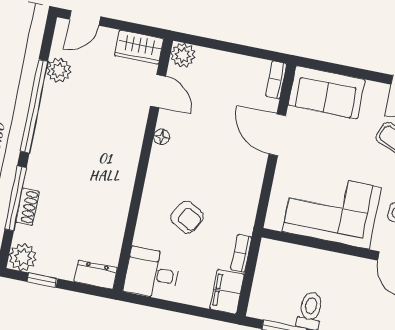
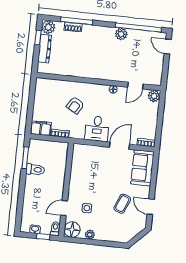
wardrobe: (139, 47) -> (156, 74), removed
plant: (59, 70) -> (121, 34), moved
window: (34, 106) -> (138, 28), moved
corner sofa: (332, 210) -> (85, 176), removed
desk: (152, 274) -> (97, 129), moved, turned 180
dresser: (96, 275) -> (45, 49), moved, width x1.44

